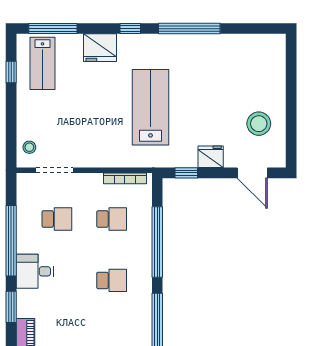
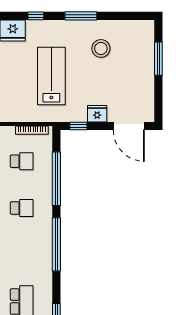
window: (189, 29) -> (81, 16), width x0.68
window: (291, 85) -> (158, 59), added
stool: (259, 124) -> (101, 48), moved
door: (252, 173) -> (129, 126), width x1.36

